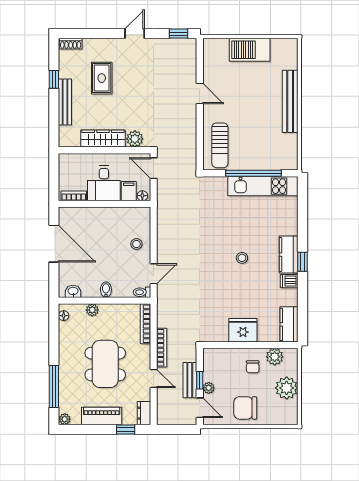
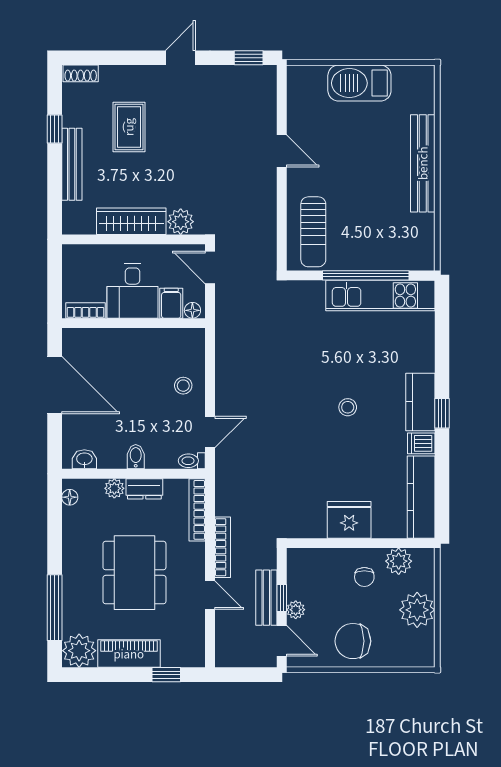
kitchen counter: (289, 324) -> (421, 497), width x1.50
dresser: (144, 413) -> (144, 489), moved, turned -90
plant: (65, 419) -> (79, 651), width x1.87, depth x1.87

